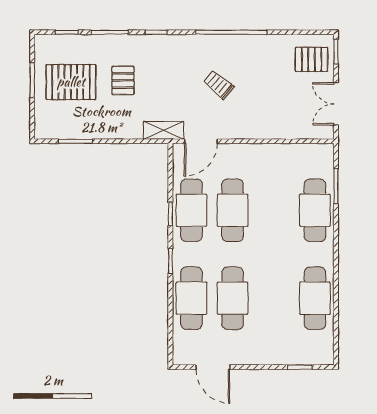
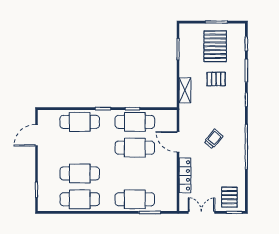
shelving: (164, 130) -> (185, 90), moved
locker: (277, 130) -> (185, 175), added
door: (201, 141) -> (178, 142), moved
cafe table: (233, 298) -> (80, 173), moved

